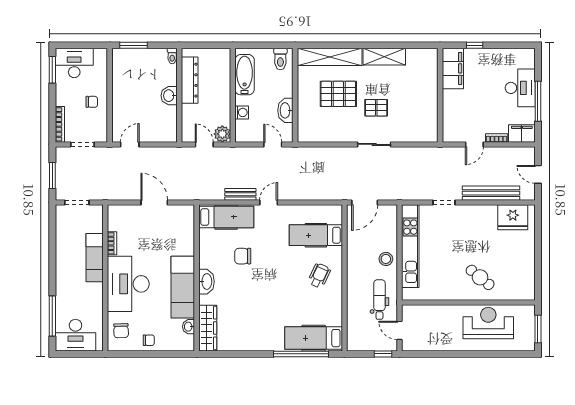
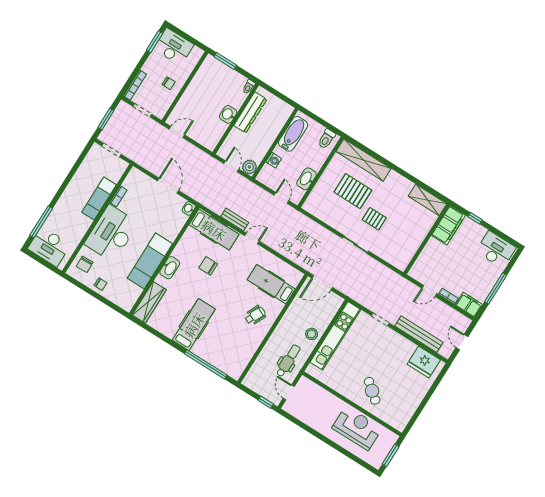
shelving: (384, 57) -> (428, 200), moved
desk: (520, 88) -> (496, 250), moved, turned -90
washbasin: (189, 327) -> (189, 208), moved
hospital bed: (314, 338) -> (194, 325), moved, turned 90

